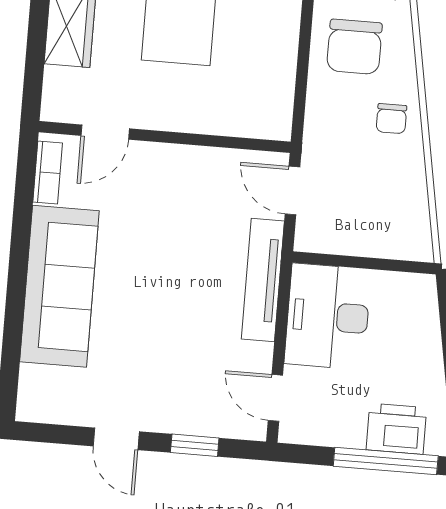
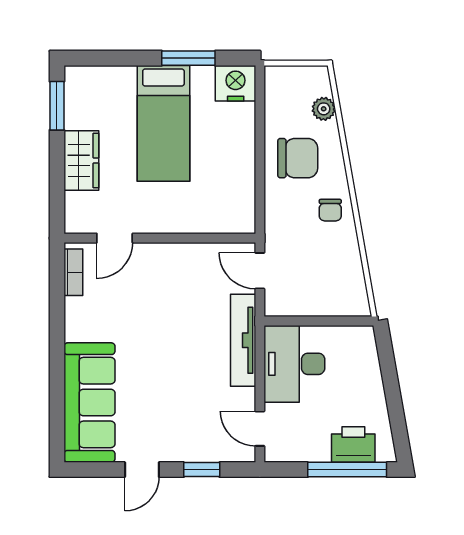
chair: (354, 47) -> (298, 158), turned -90
sofa: (59, 286) -> (89, 402), moved
door: (116, 439) -> (142, 470), hinge flipped

